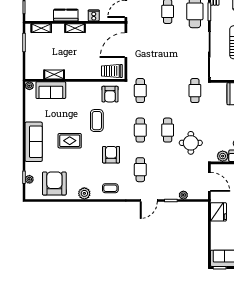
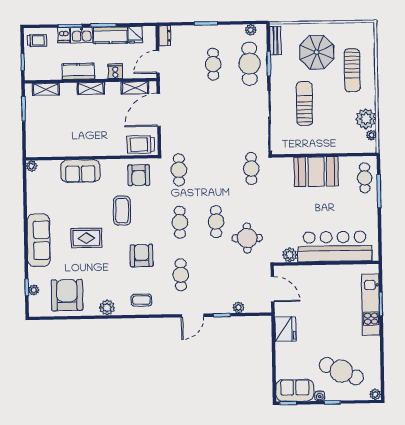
shelving: (54, 75) -> (135, 88), moved
sofa: (51, 90) -> (80, 171), moved

